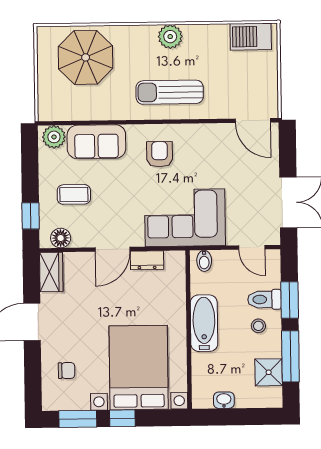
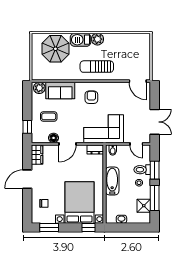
barbecue: (251, 37) -> (81, 40), moved
floor lamp: (61, 238) -> (54, 138), moved
dresser: (147, 260) -> (95, 150), moved
window: (122, 418) -> (88, 227), moved

